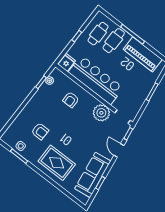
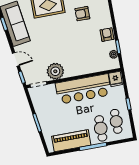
armchair: (71, 100) -> (107, 35), moved

